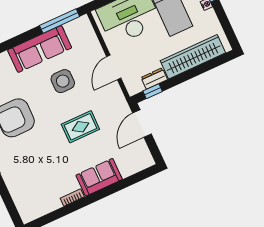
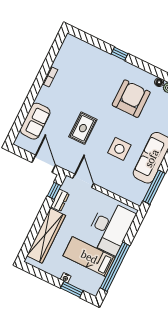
door: (114, 67) -> (83, 181), moved
sofa: (99, 177) -> (35, 121), moved

